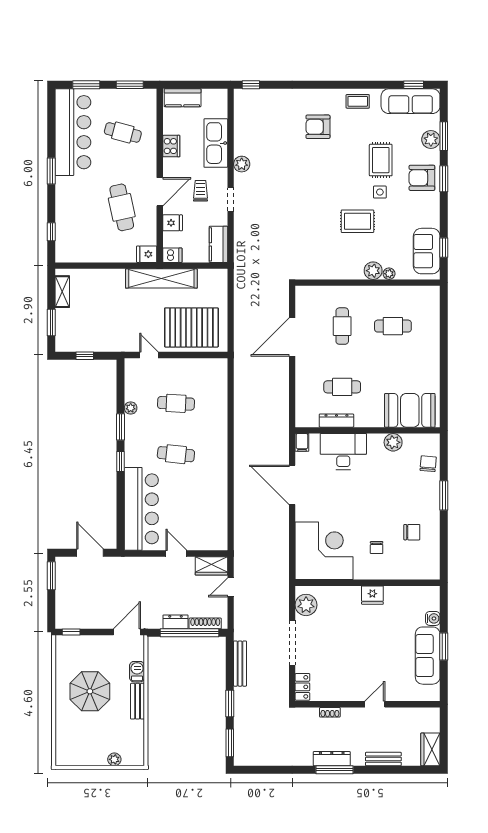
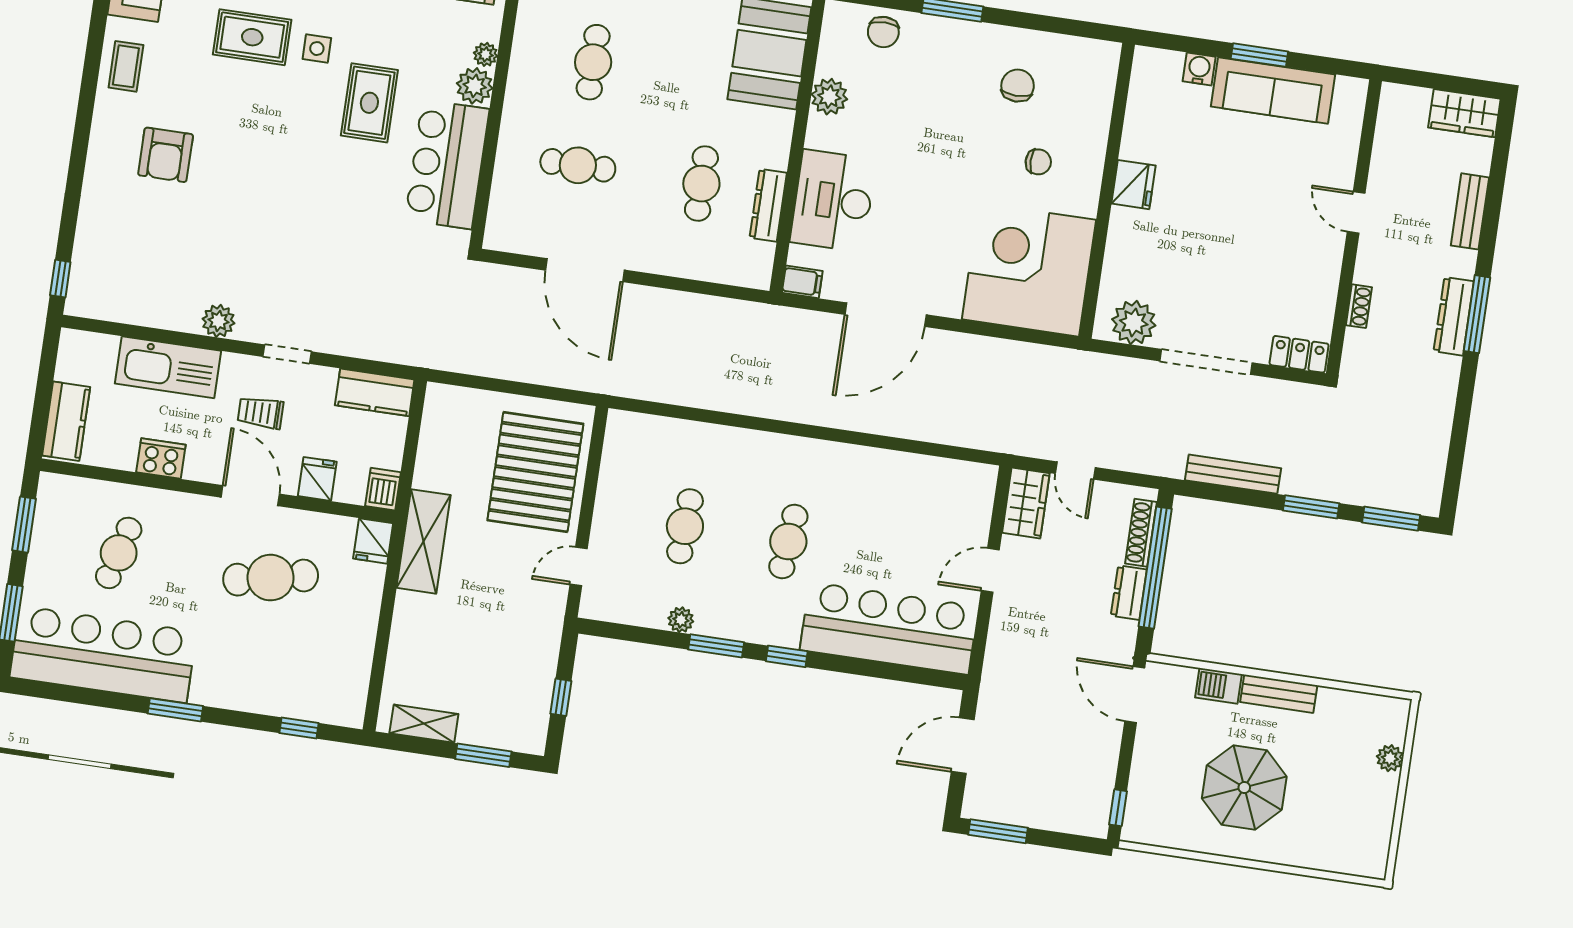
bar counter: (333, 263) -> (447, 164), added
shelving: (161, 278) -> (424, 541), width x0.68
chair: (428, 464) -> (883, 32), turned -95

